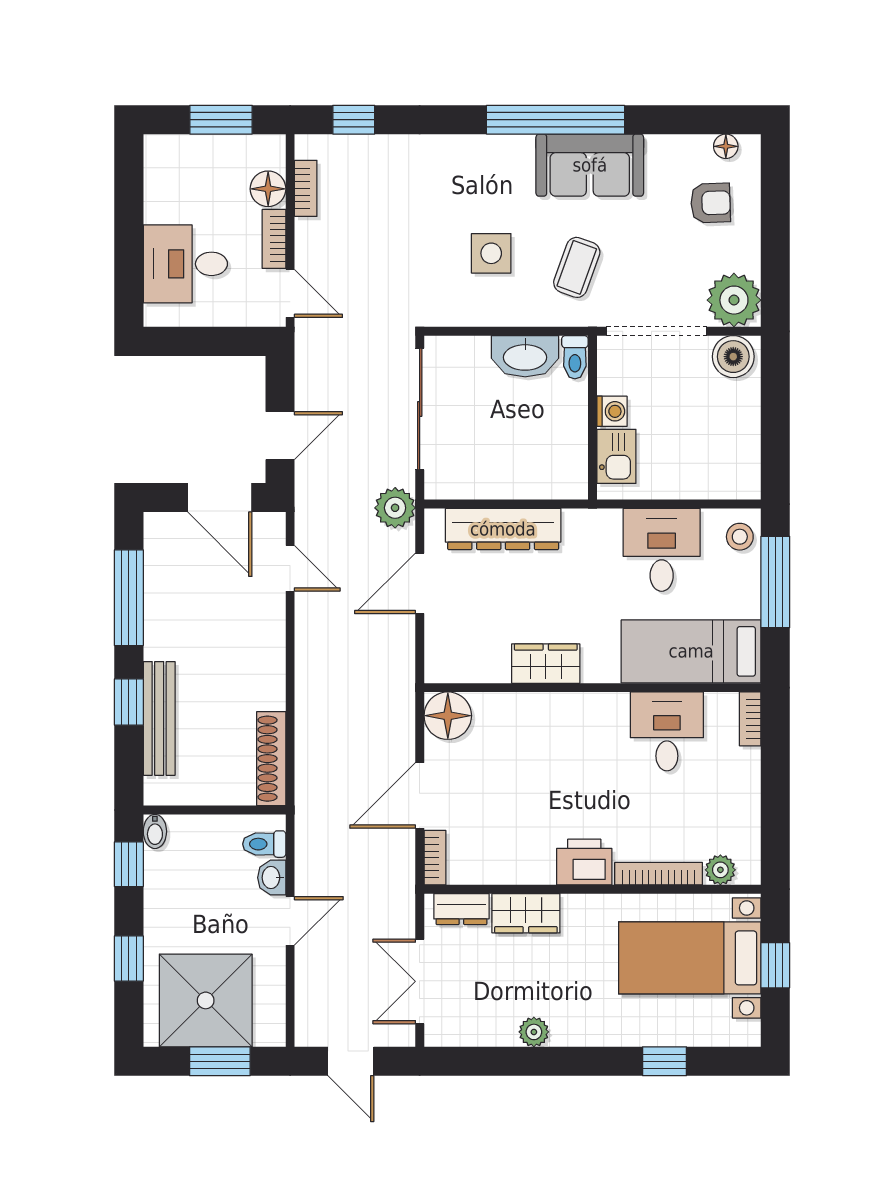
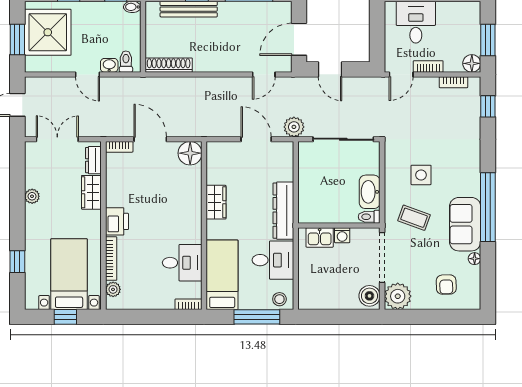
floor lamp: (726, 146) -> (475, 259), moved
floor lamp: (268, 189) -> (472, 63), moved
dresser: (503, 529) -> (283, 211), moved

